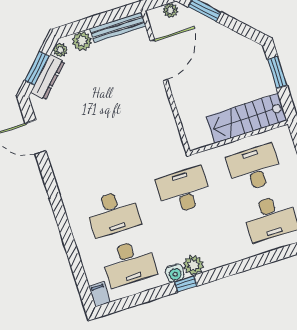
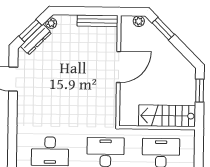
plant: (82, 41) -> (69, 22), removed
door: (159, 60) -> (118, 67), moved

